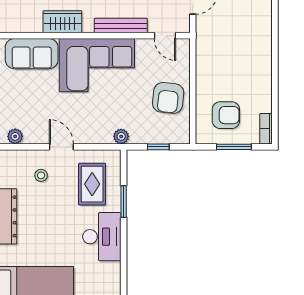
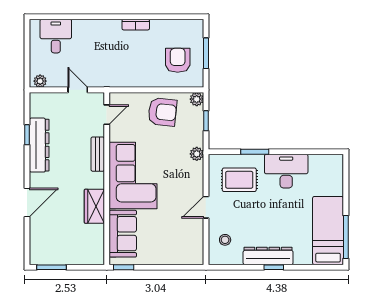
bench: (121, 26) -> (98, 154), width x0.73
bookcase: (266, 129) -> (136, 25), moved
plant: (15, 136) -> (197, 99), moved
stool: (41, 175) -> (225, 240), moved

